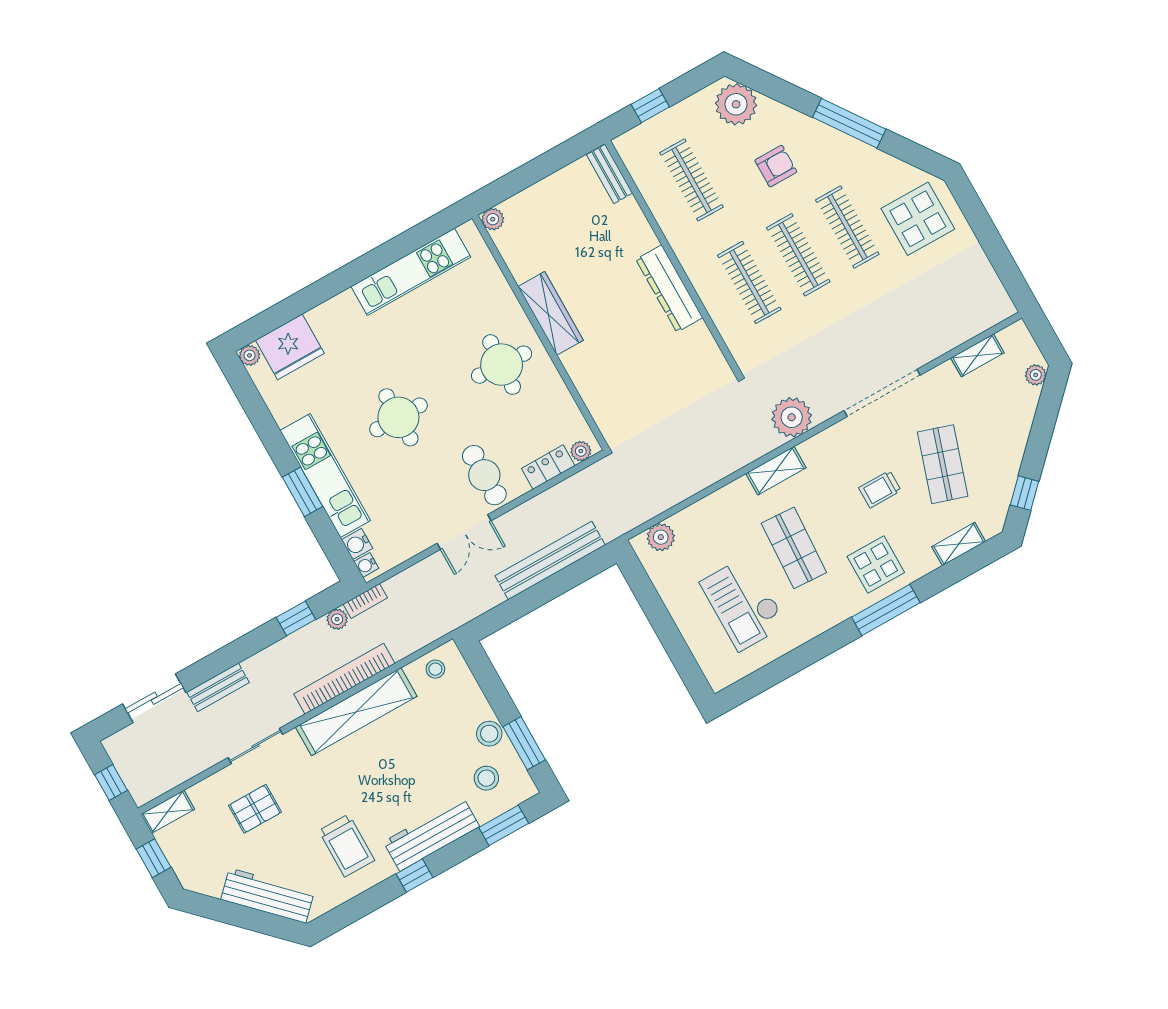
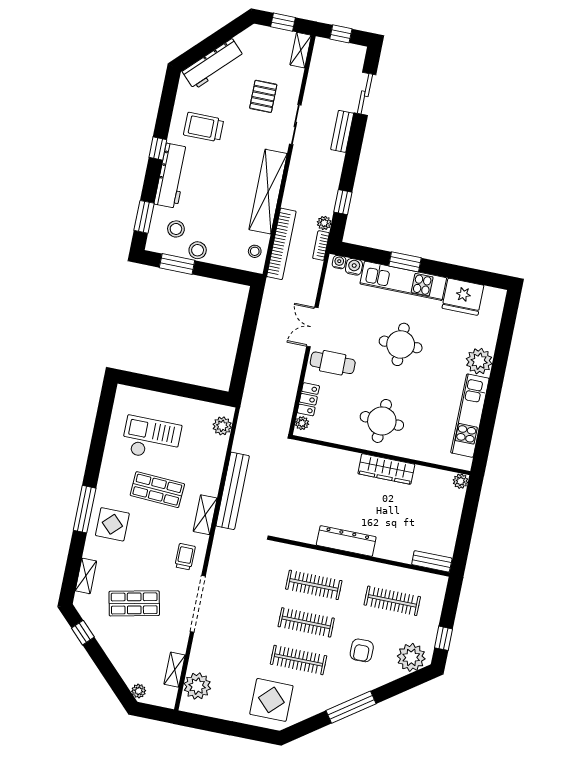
window: (650, 106) -> (444, 638), moved
fridge: (290, 347) -> (463, 297), moved, turned -90
plant: (250, 355) -> (479, 361), moved, width x1.87, depth x1.87
plant: (792, 417) -> (197, 686), moved
shop shelf: (943, 464) -> (134, 603), turned -30
trolley: (880, 489) -> (185, 557), moved
bench: (550, 560) -> (233, 491), moved
bookcase: (344, 679) -> (281, 244), moved

